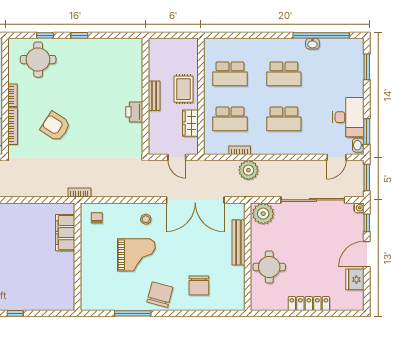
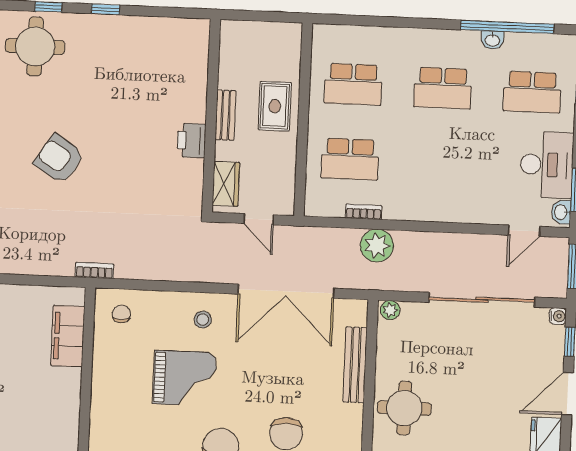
school desk: (284, 119) -> (532, 92), moved
wardrobe: (190, 123) -> (226, 184), moved, turned 180
plant: (263, 214) -> (390, 310), width x0.53, depth x0.53

